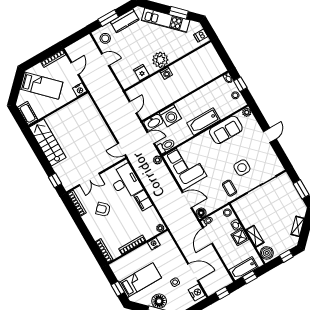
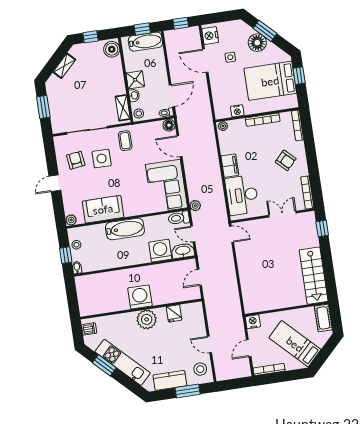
washing machine: (166, 73) -> (140, 297), width x1.89, depth x1.89
armchair: (261, 159) -> (76, 160), added
armchair: (103, 209) -> (286, 160), moved
shelving: (255, 236) -> (123, 108), moved
bed: (140, 280) -> (270, 81), width x1.50

